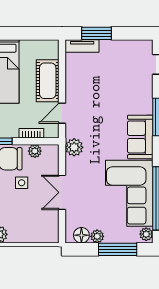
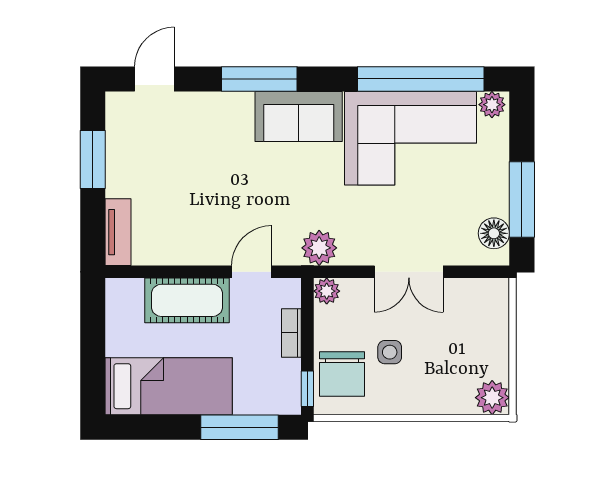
window: (96, 33) -> (93, 159), moved
door: (62, 113) -> (252, 272), swing flipped
plant: (35, 151) -> (327, 291), moved
plant: (97, 236) -> (496, 202), removed
window: (118, 249) -> (522, 200), moved

